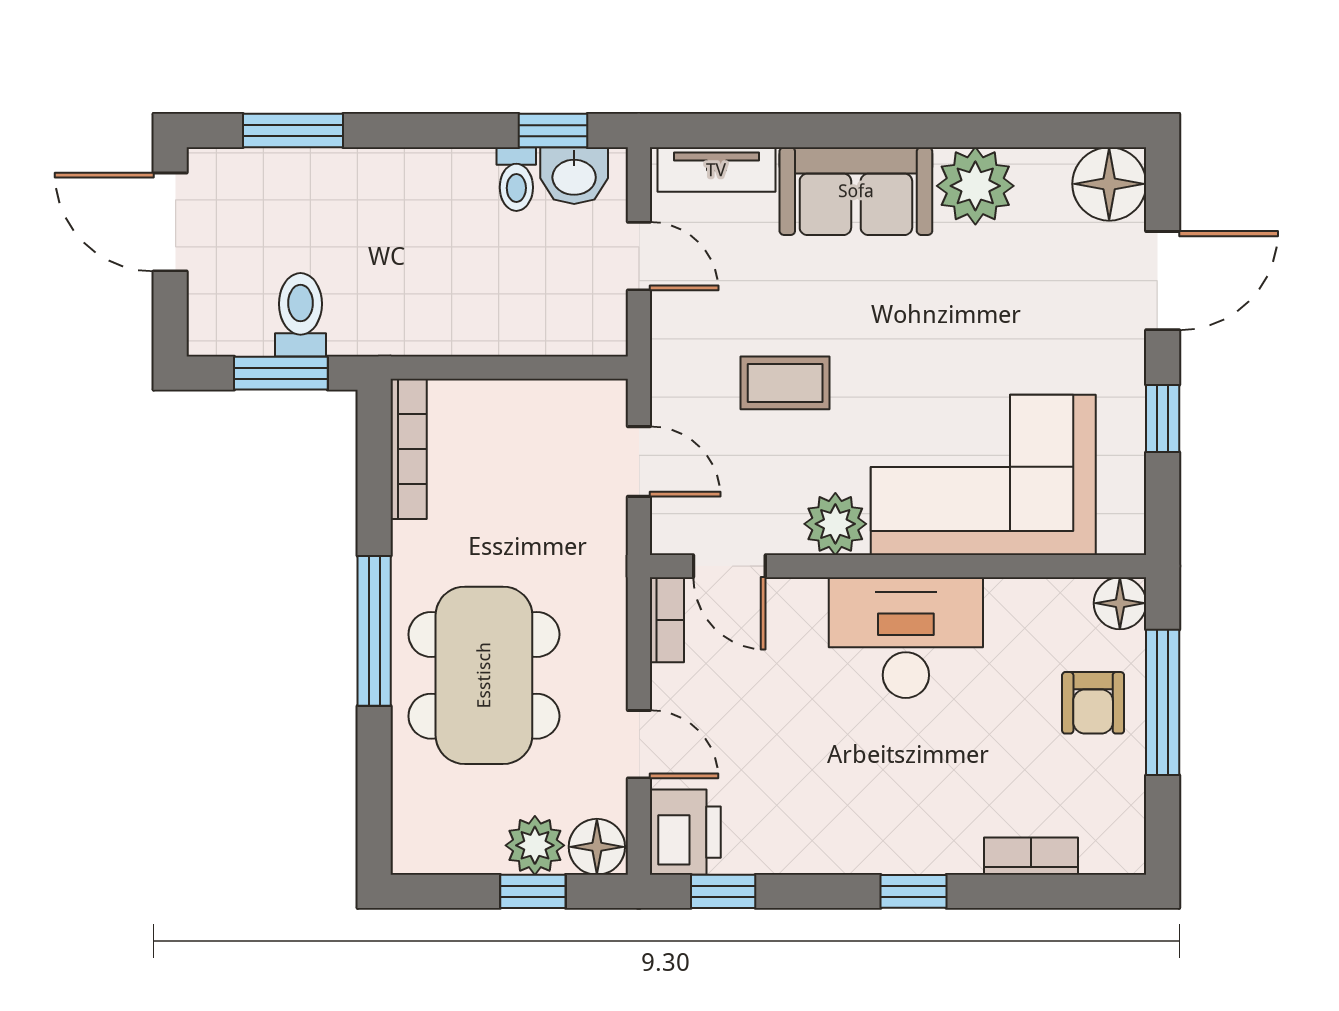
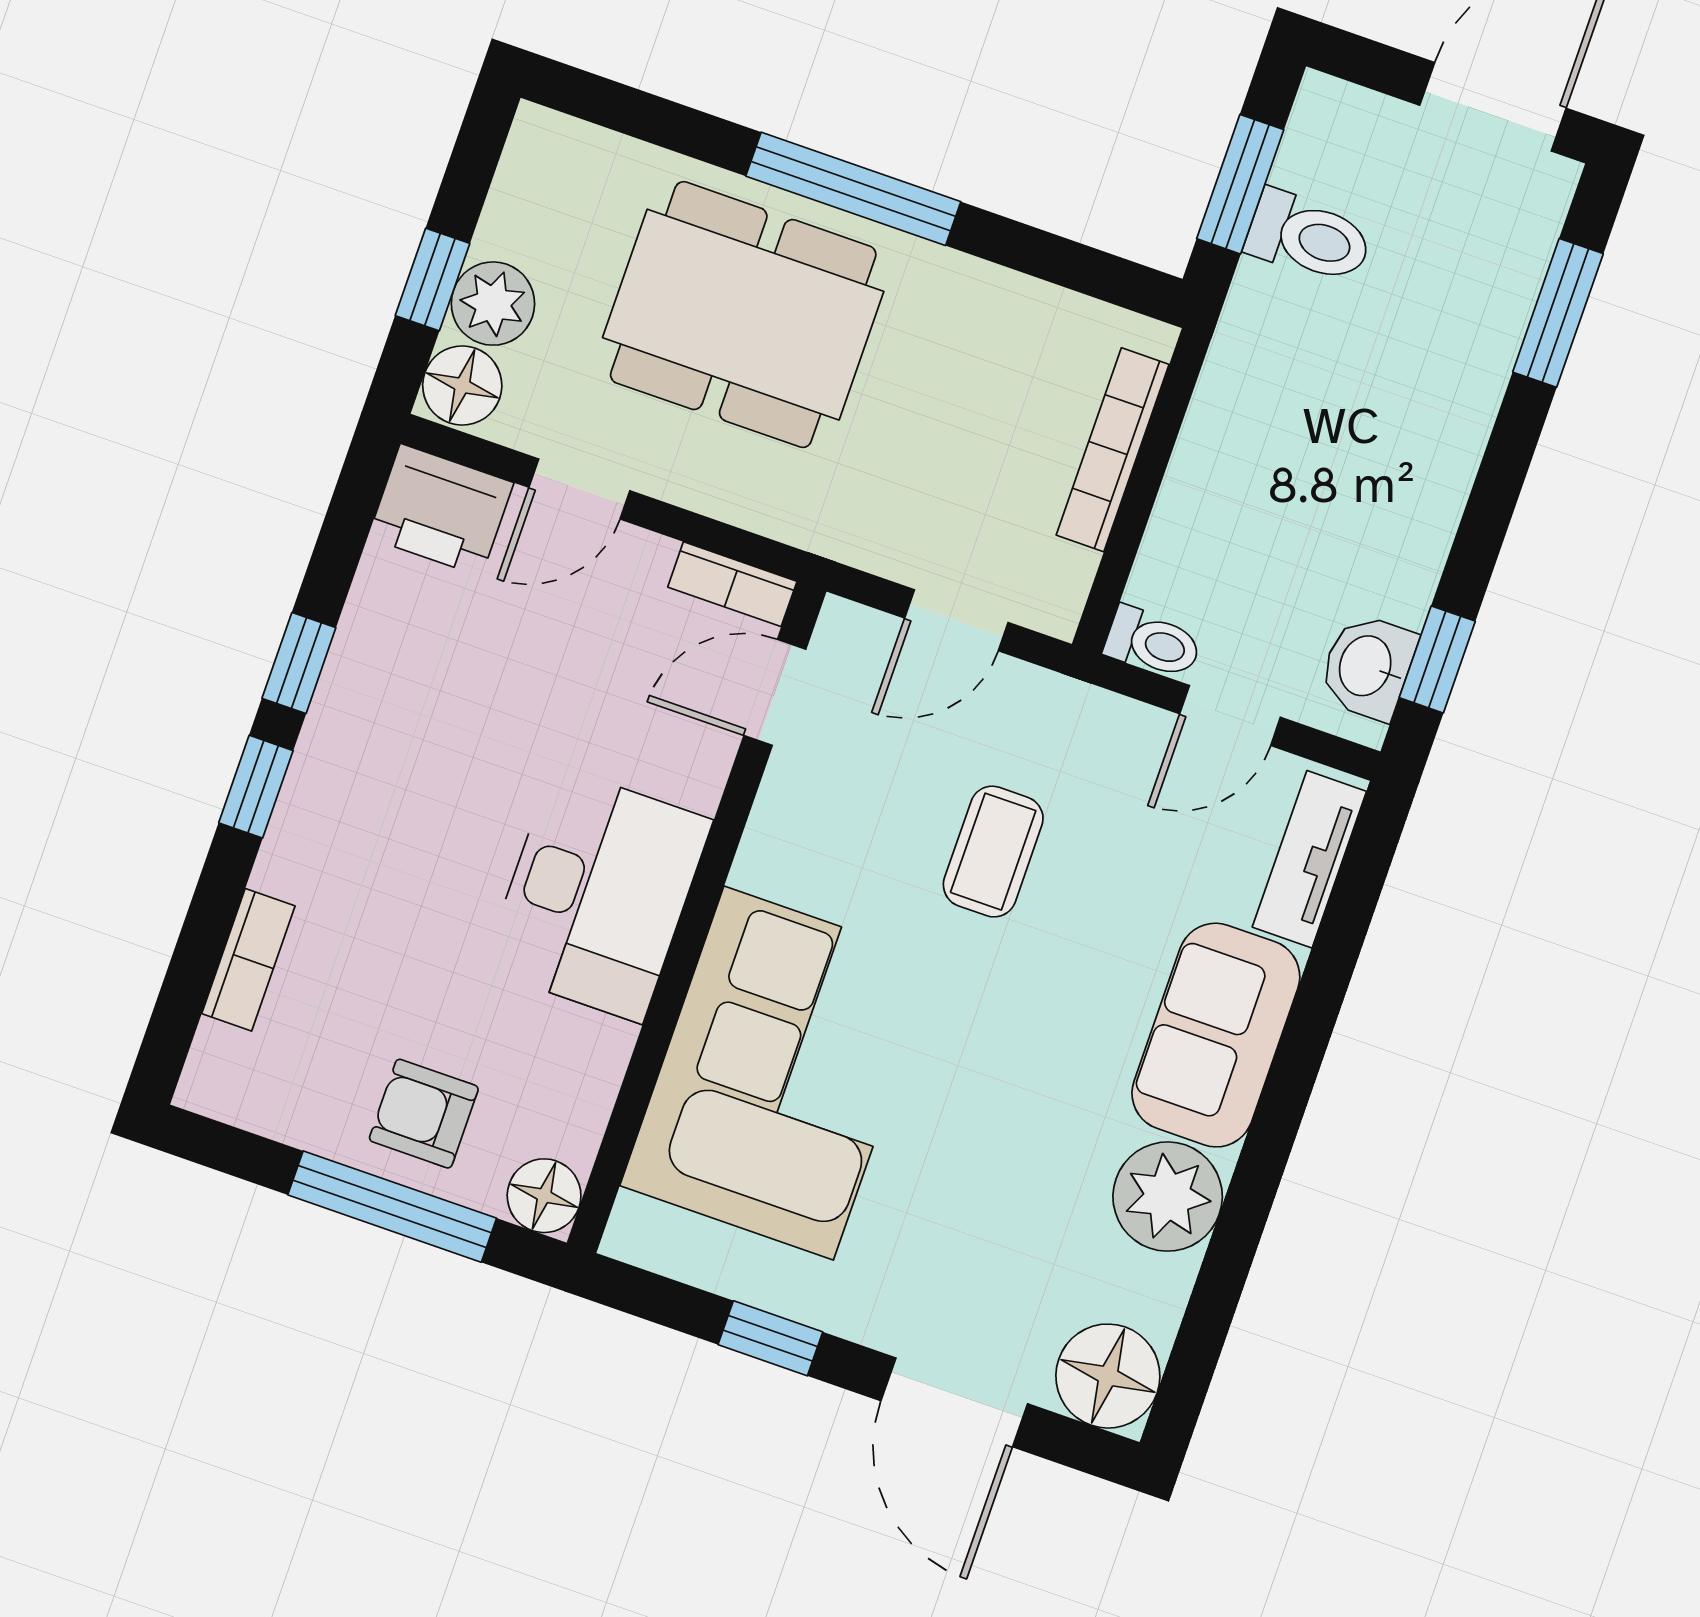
toilet: (516, 179) -> (1153, 643), moved, turned 180
bookcase: (409, 449) -> (1113, 450), moved, turned 90
plant: (835, 524) -> (782, 853), removed
window: (723, 891) -> (299, 663), moved

